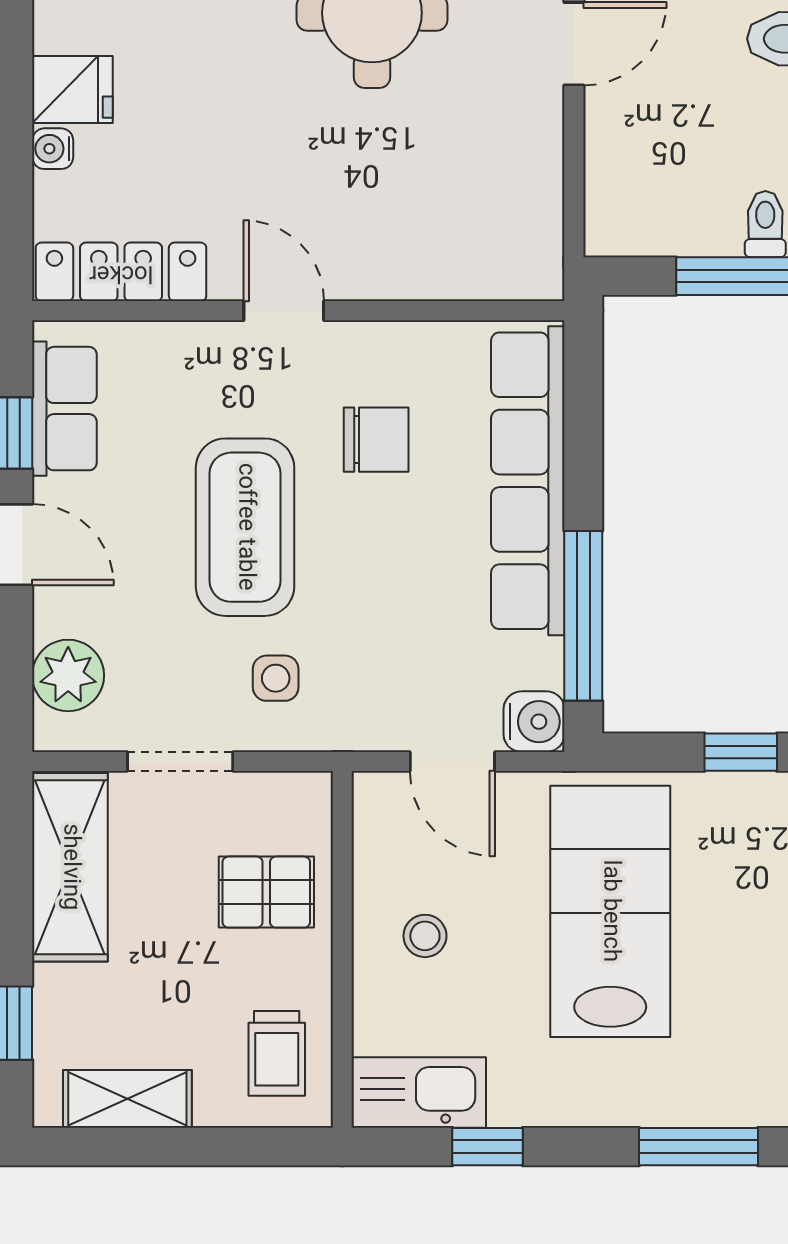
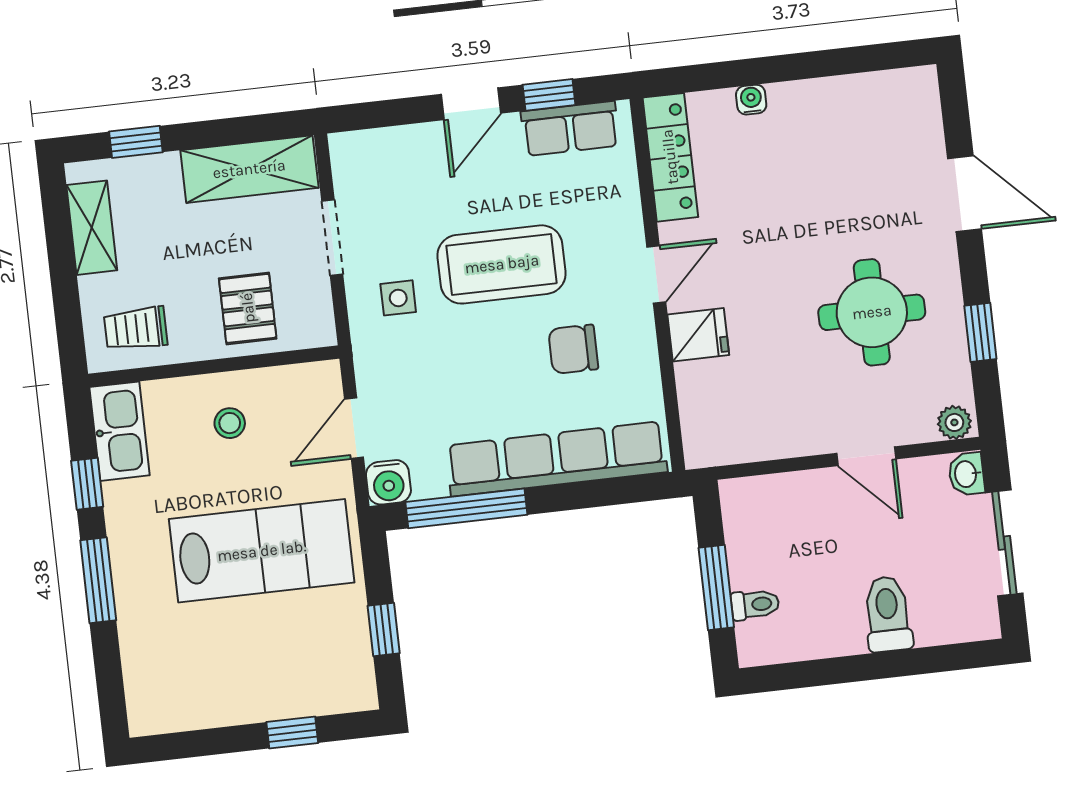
fridge: (72, 90) -> (698, 335), moved, turned -90
chair: (376, 440) -> (573, 349), turned 90
plant: (68, 675) -> (384, 152), removed
window: (699, 1147) -> (98, 580), moved

